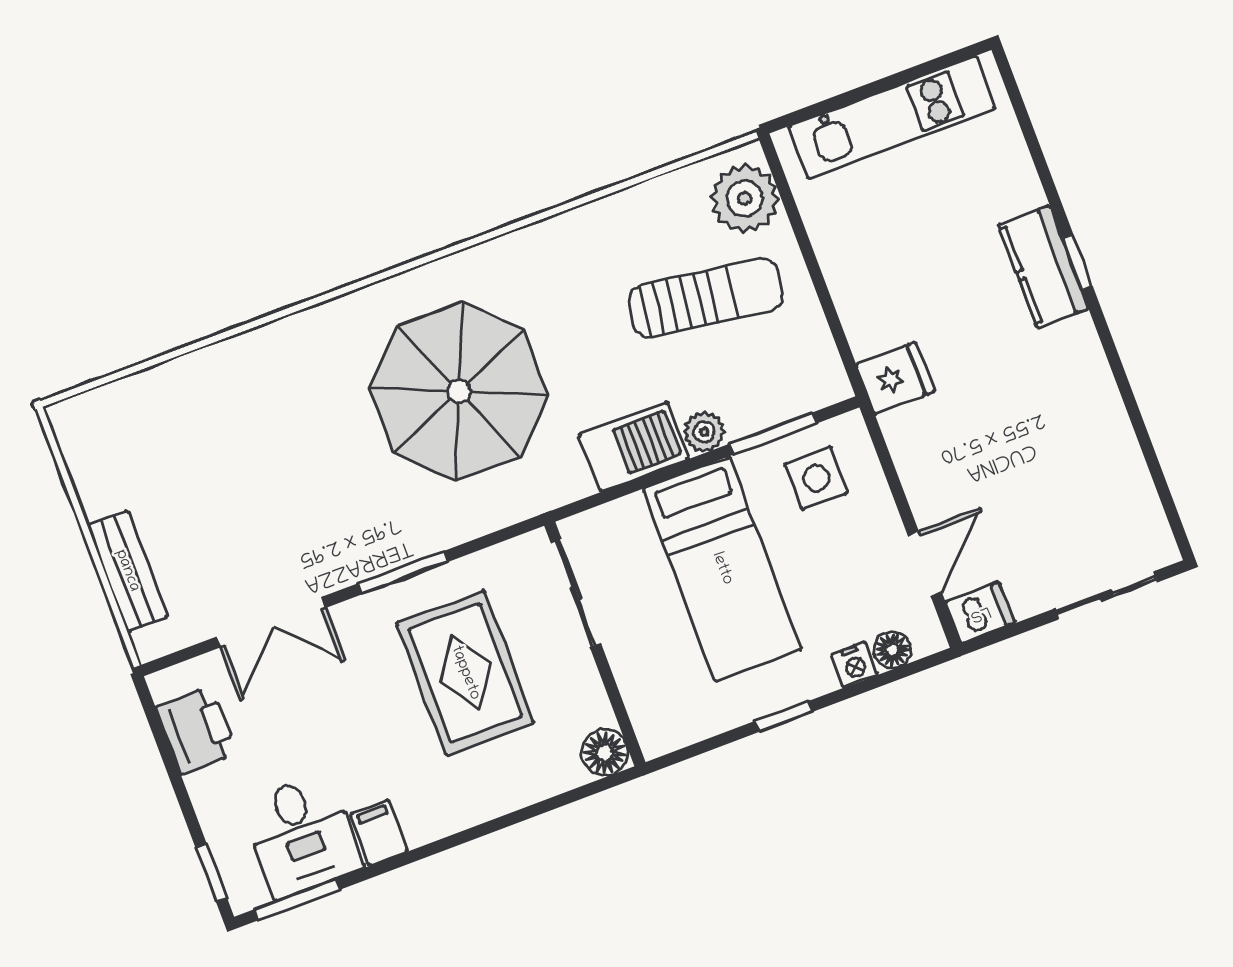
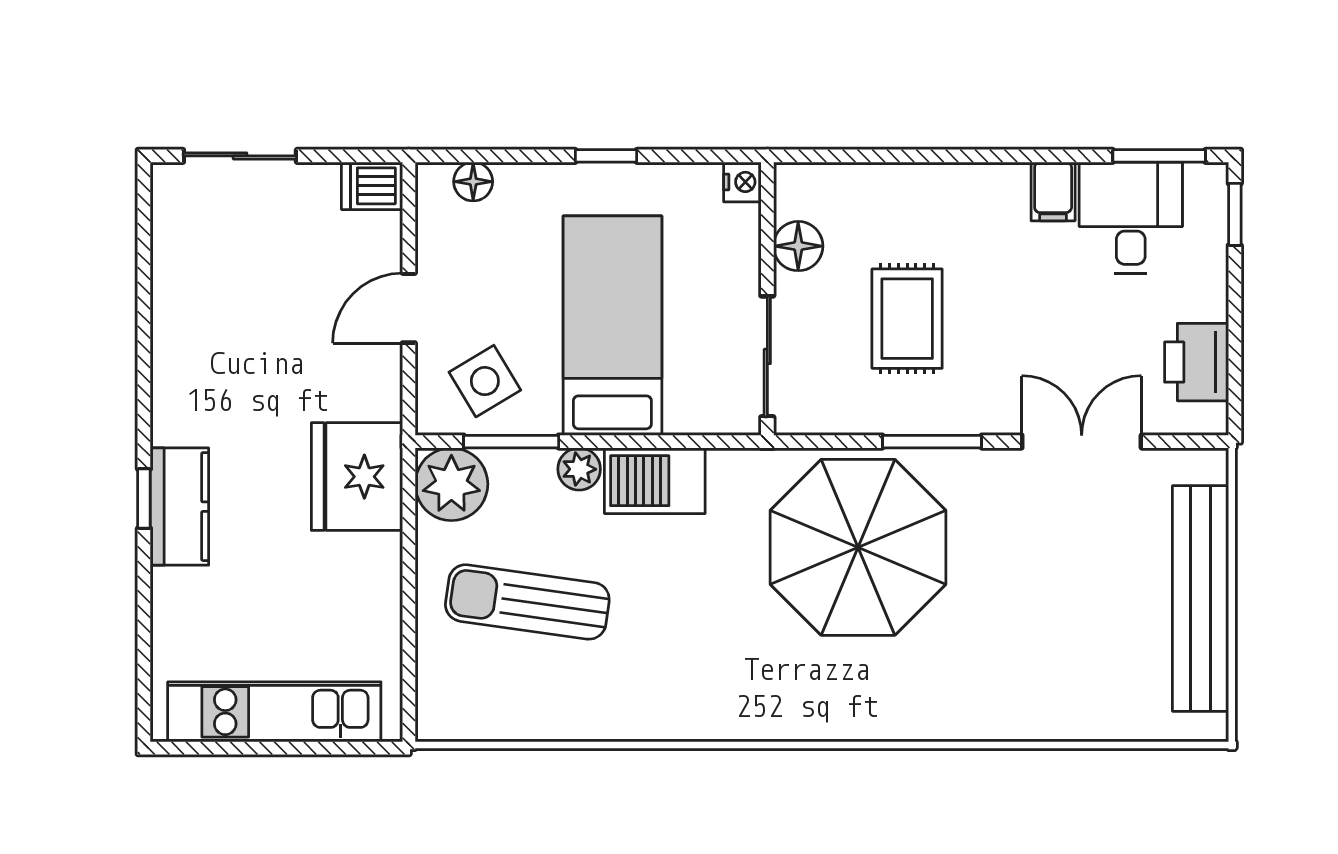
plant: (745, 199) -> (451, 484), moved
fridge: (895, 378) -> (357, 477), width x1.88, depth x1.34
parasol: (459, 391) -> (858, 547), moved
side table: (816, 478) -> (485, 381), turned -31
door: (925, 564) -> (409, 308), moved
bench: (127, 571) -> (1201, 598), width x1.86, depth x1.21
nightstand: (854, 665) -> (742, 182), moved, turned 90
rug: (465, 673) -> (907, 319), width x0.73, depth x0.70
floor lamp: (605, 753) -> (798, 246), moved

